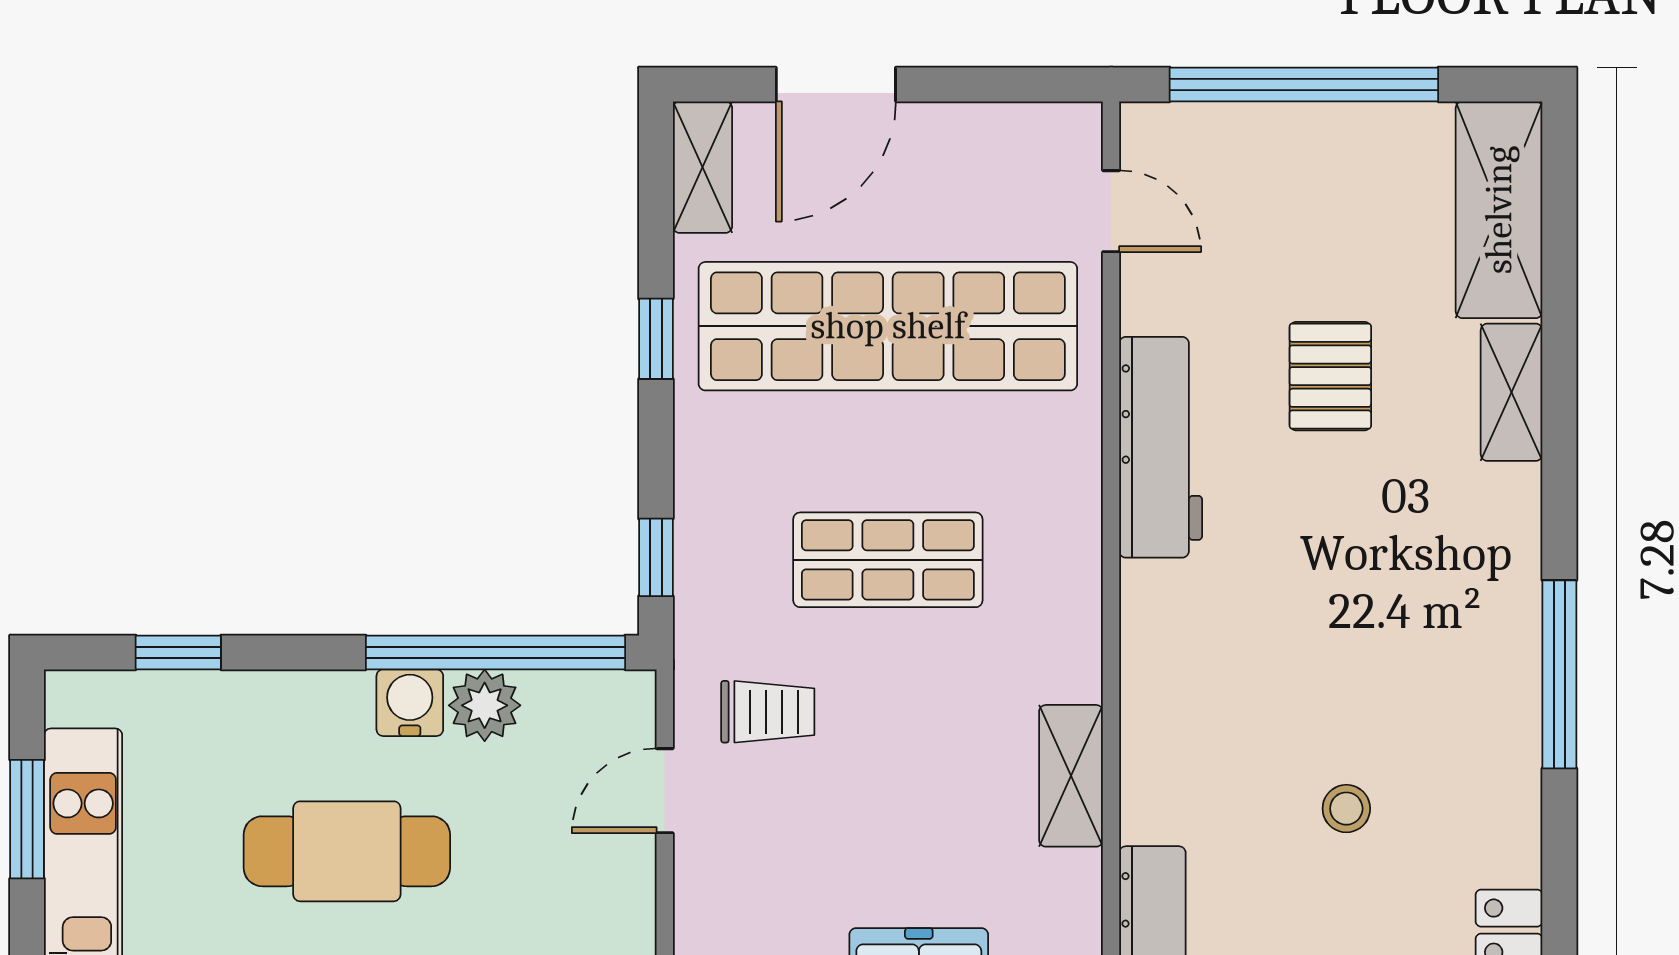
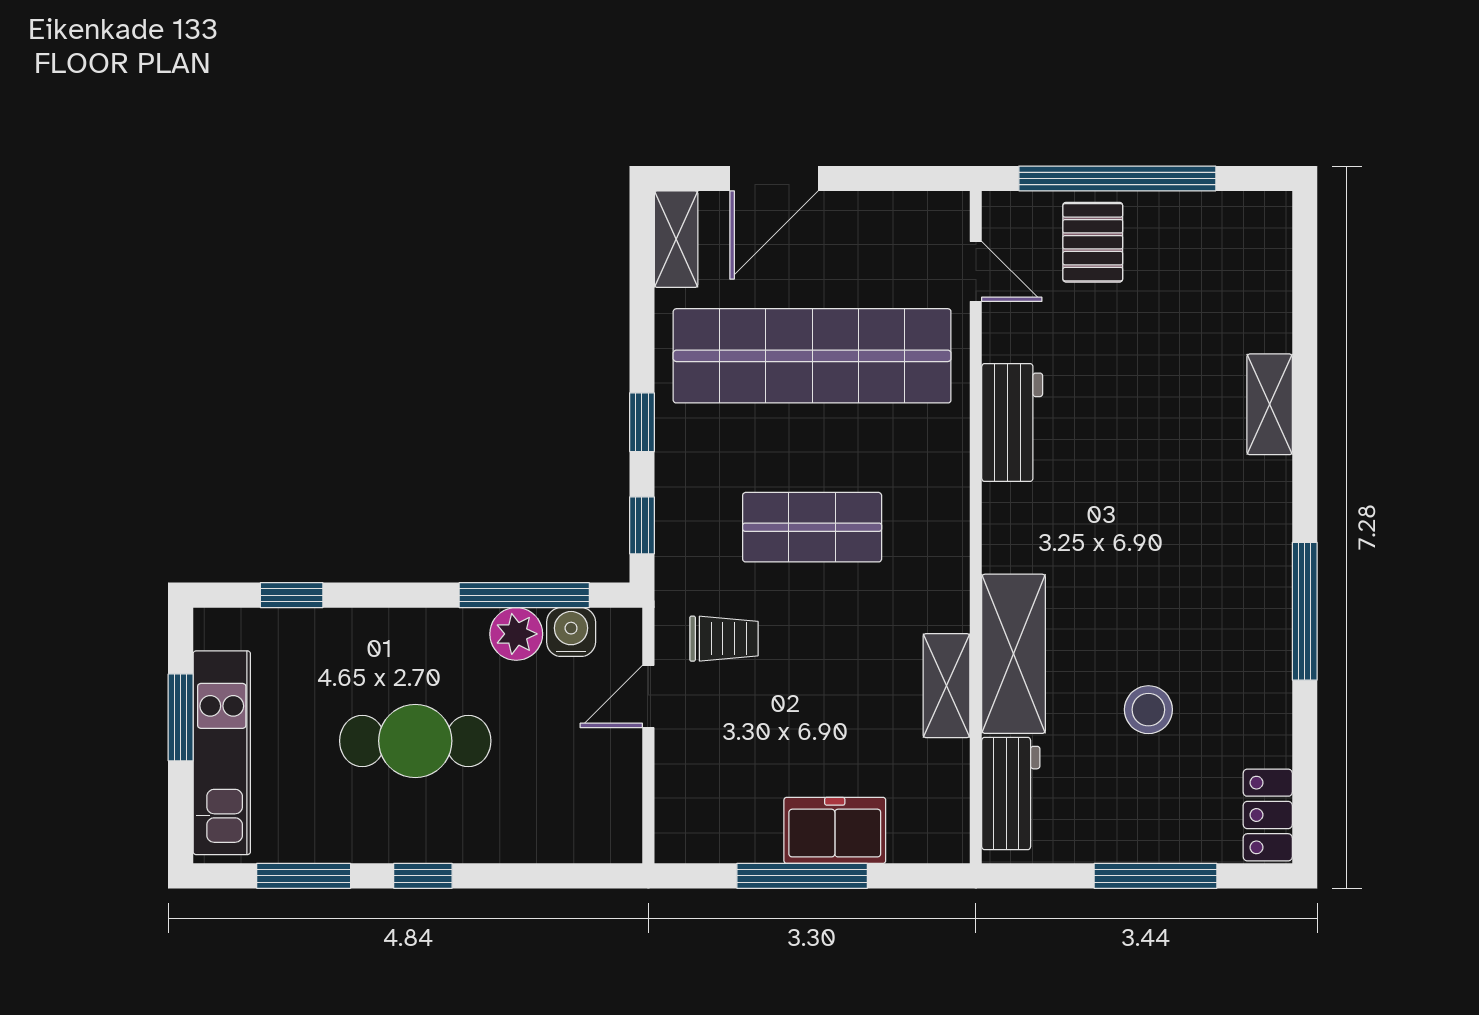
shelving: (1499, 210) -> (1014, 654), moved
window: (656, 339) -> (642, 422), moved
pallet: (1330, 376) -> (1093, 242), moved
workbench: (1161, 447) -> (1012, 423), width x0.73
window: (495, 652) -> (524, 595), width x0.68
water cooler: (410, 703) -> (571, 632), moved
stool: (1346, 809) -> (1148, 710), width x1.37, depth x1.37

